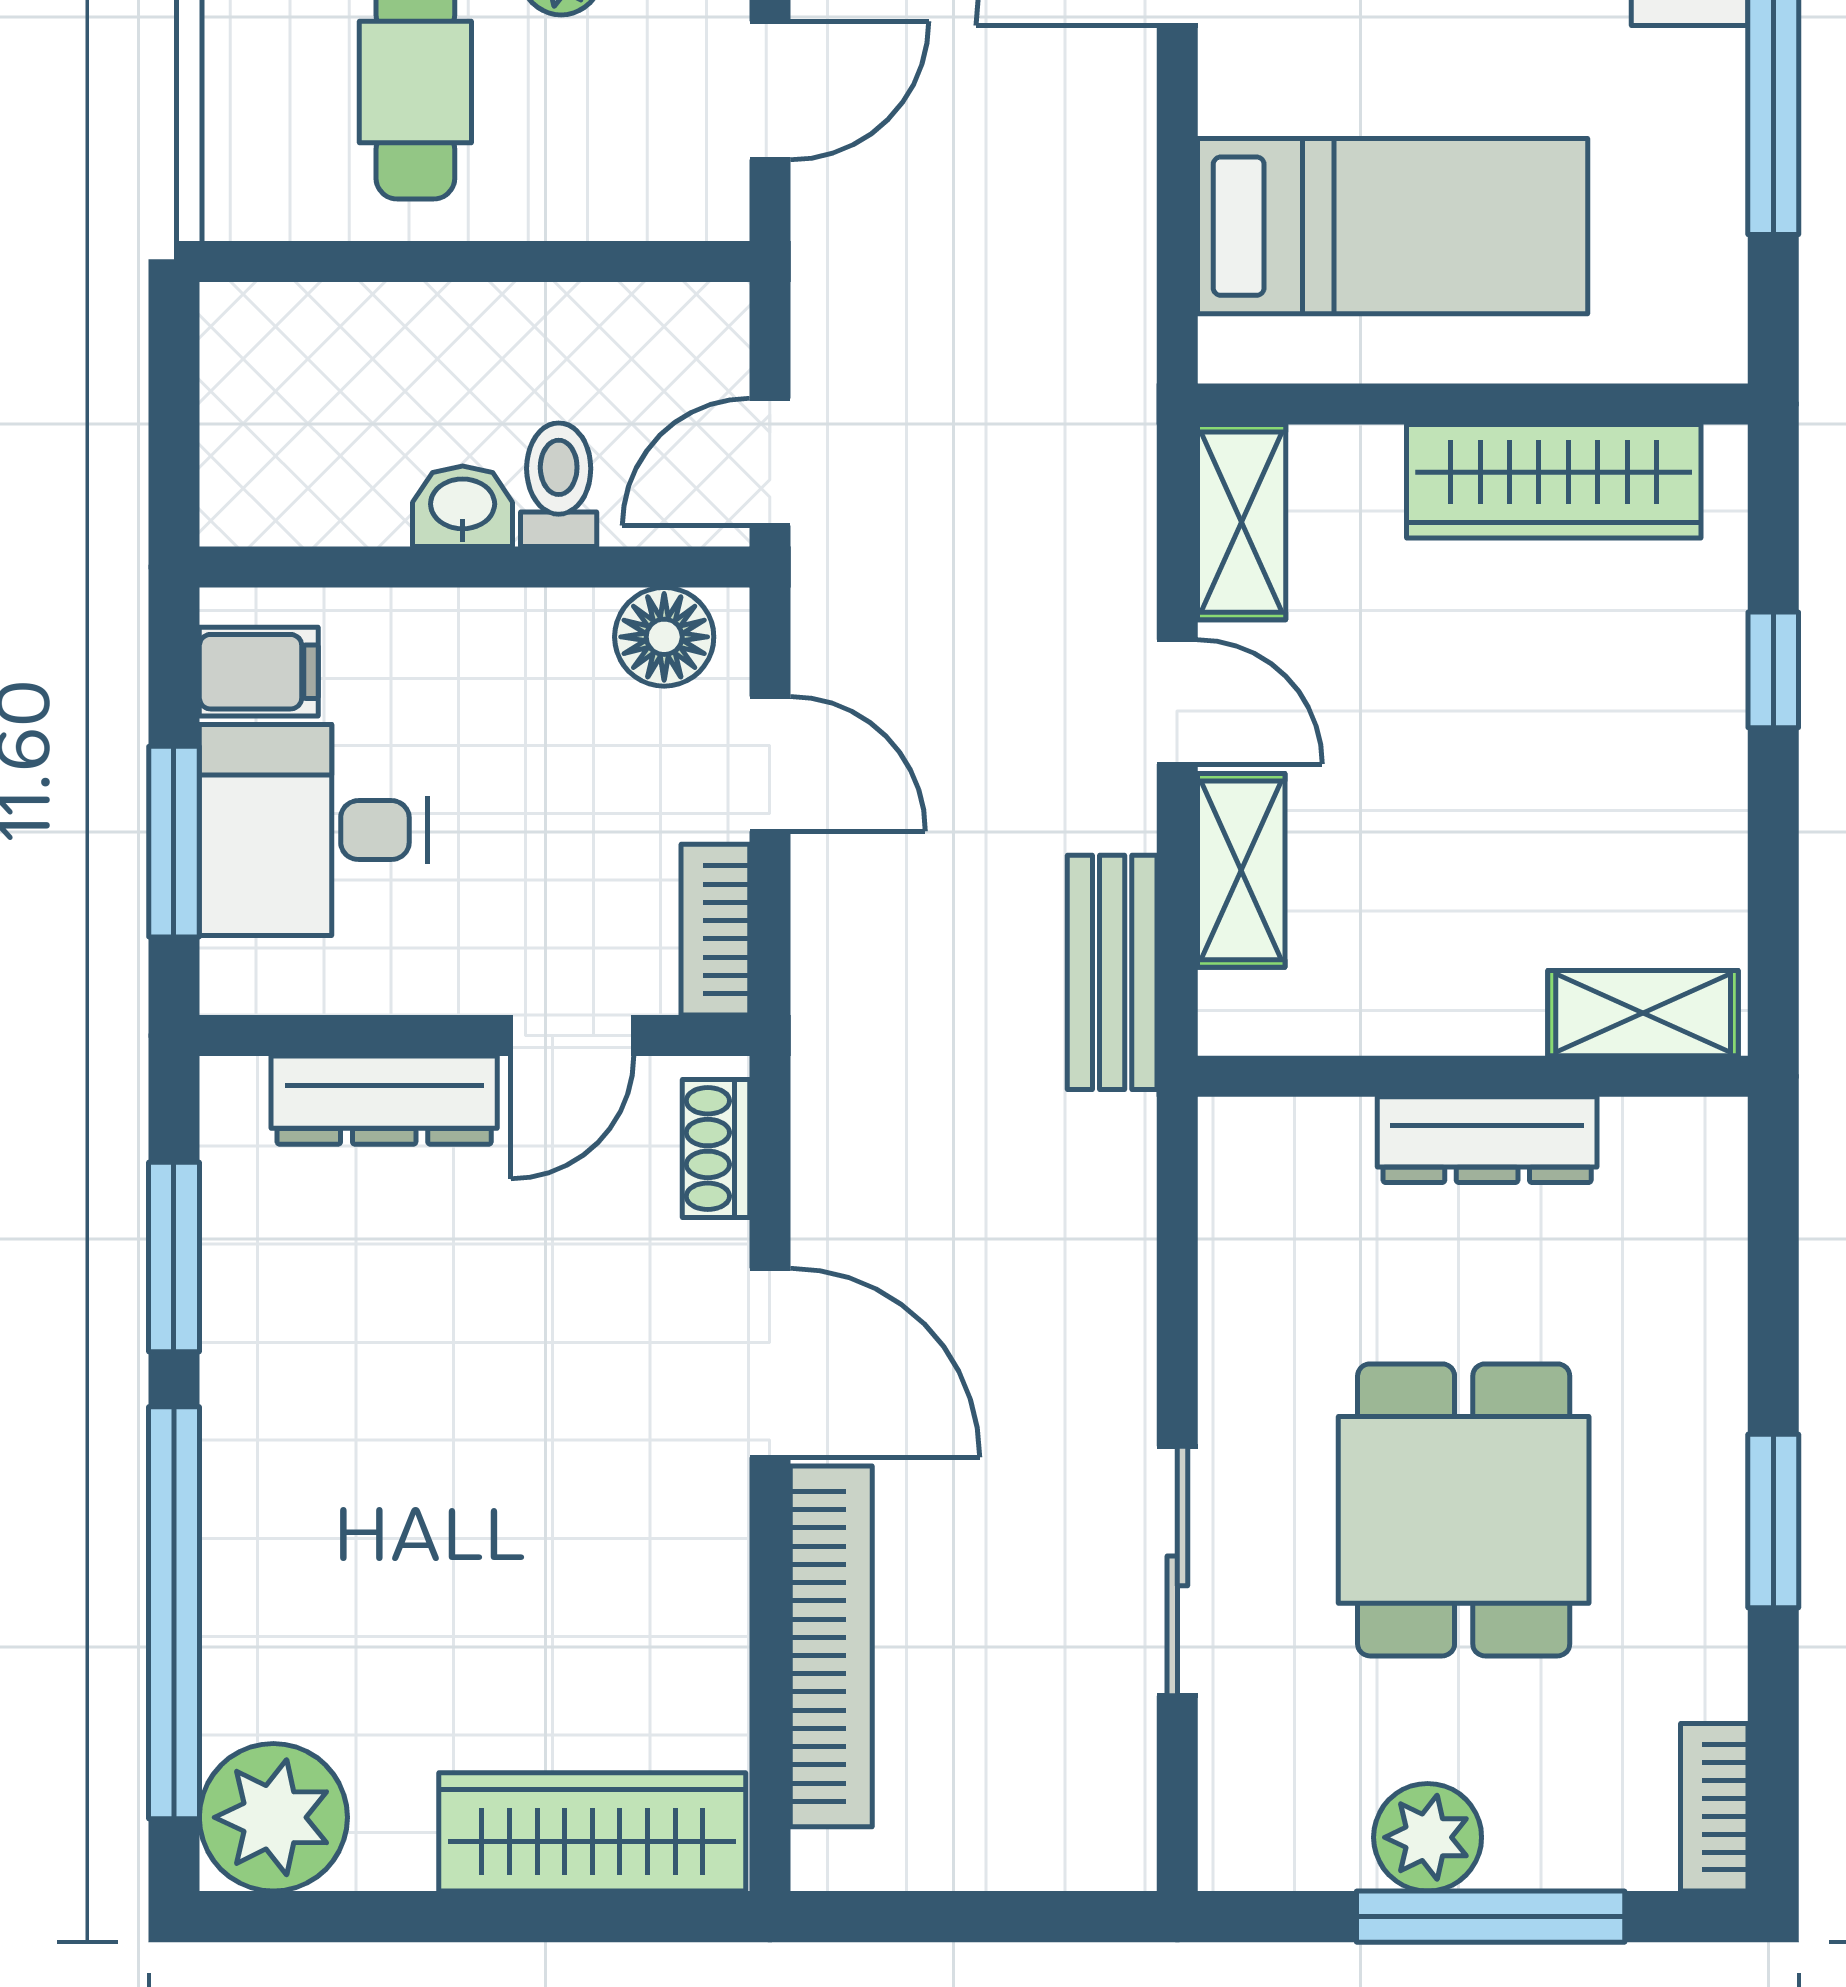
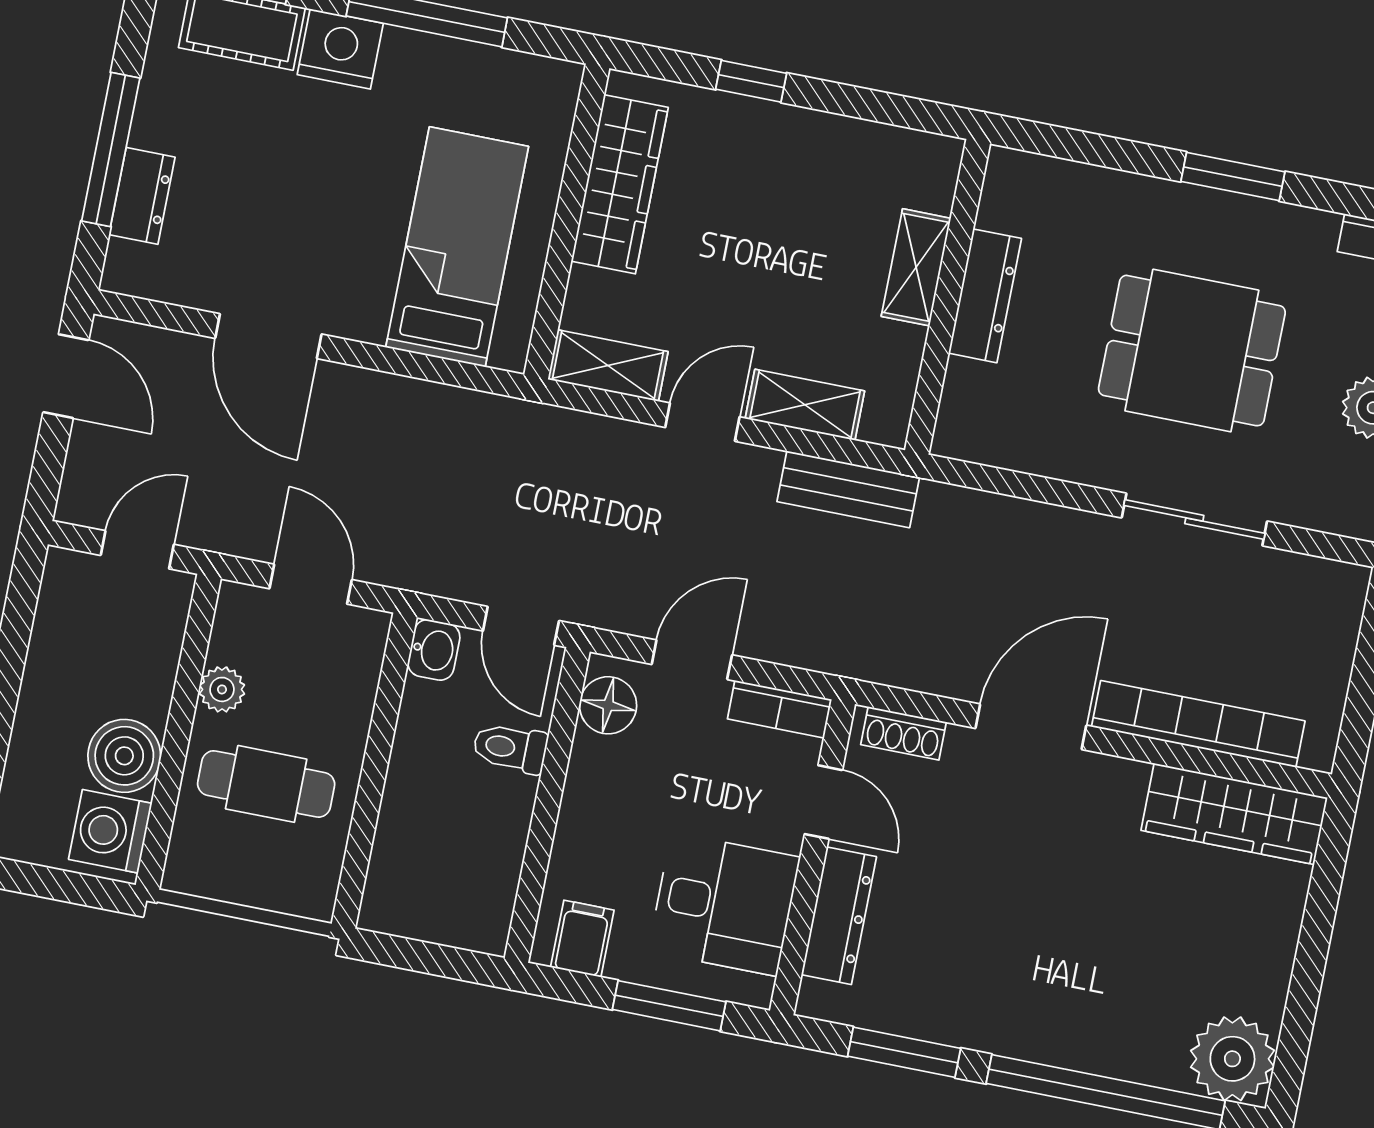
washbasin: (463, 506) -> (434, 650), moved, turned 180
desk: (313, 830) -> (724, 904), moved, turned -90
shelving: (1643, 1013) -> (916, 267), moved
wardrobe: (592, 1832) -> (1234, 814), moved, turned -90

